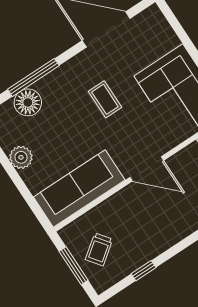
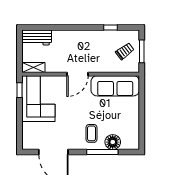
coffee table: (105, 99) -> (92, 133), moved
plant: (21, 157) -> (133, 118), removed
door: (147, 169) -> (78, 74), swing flipped

